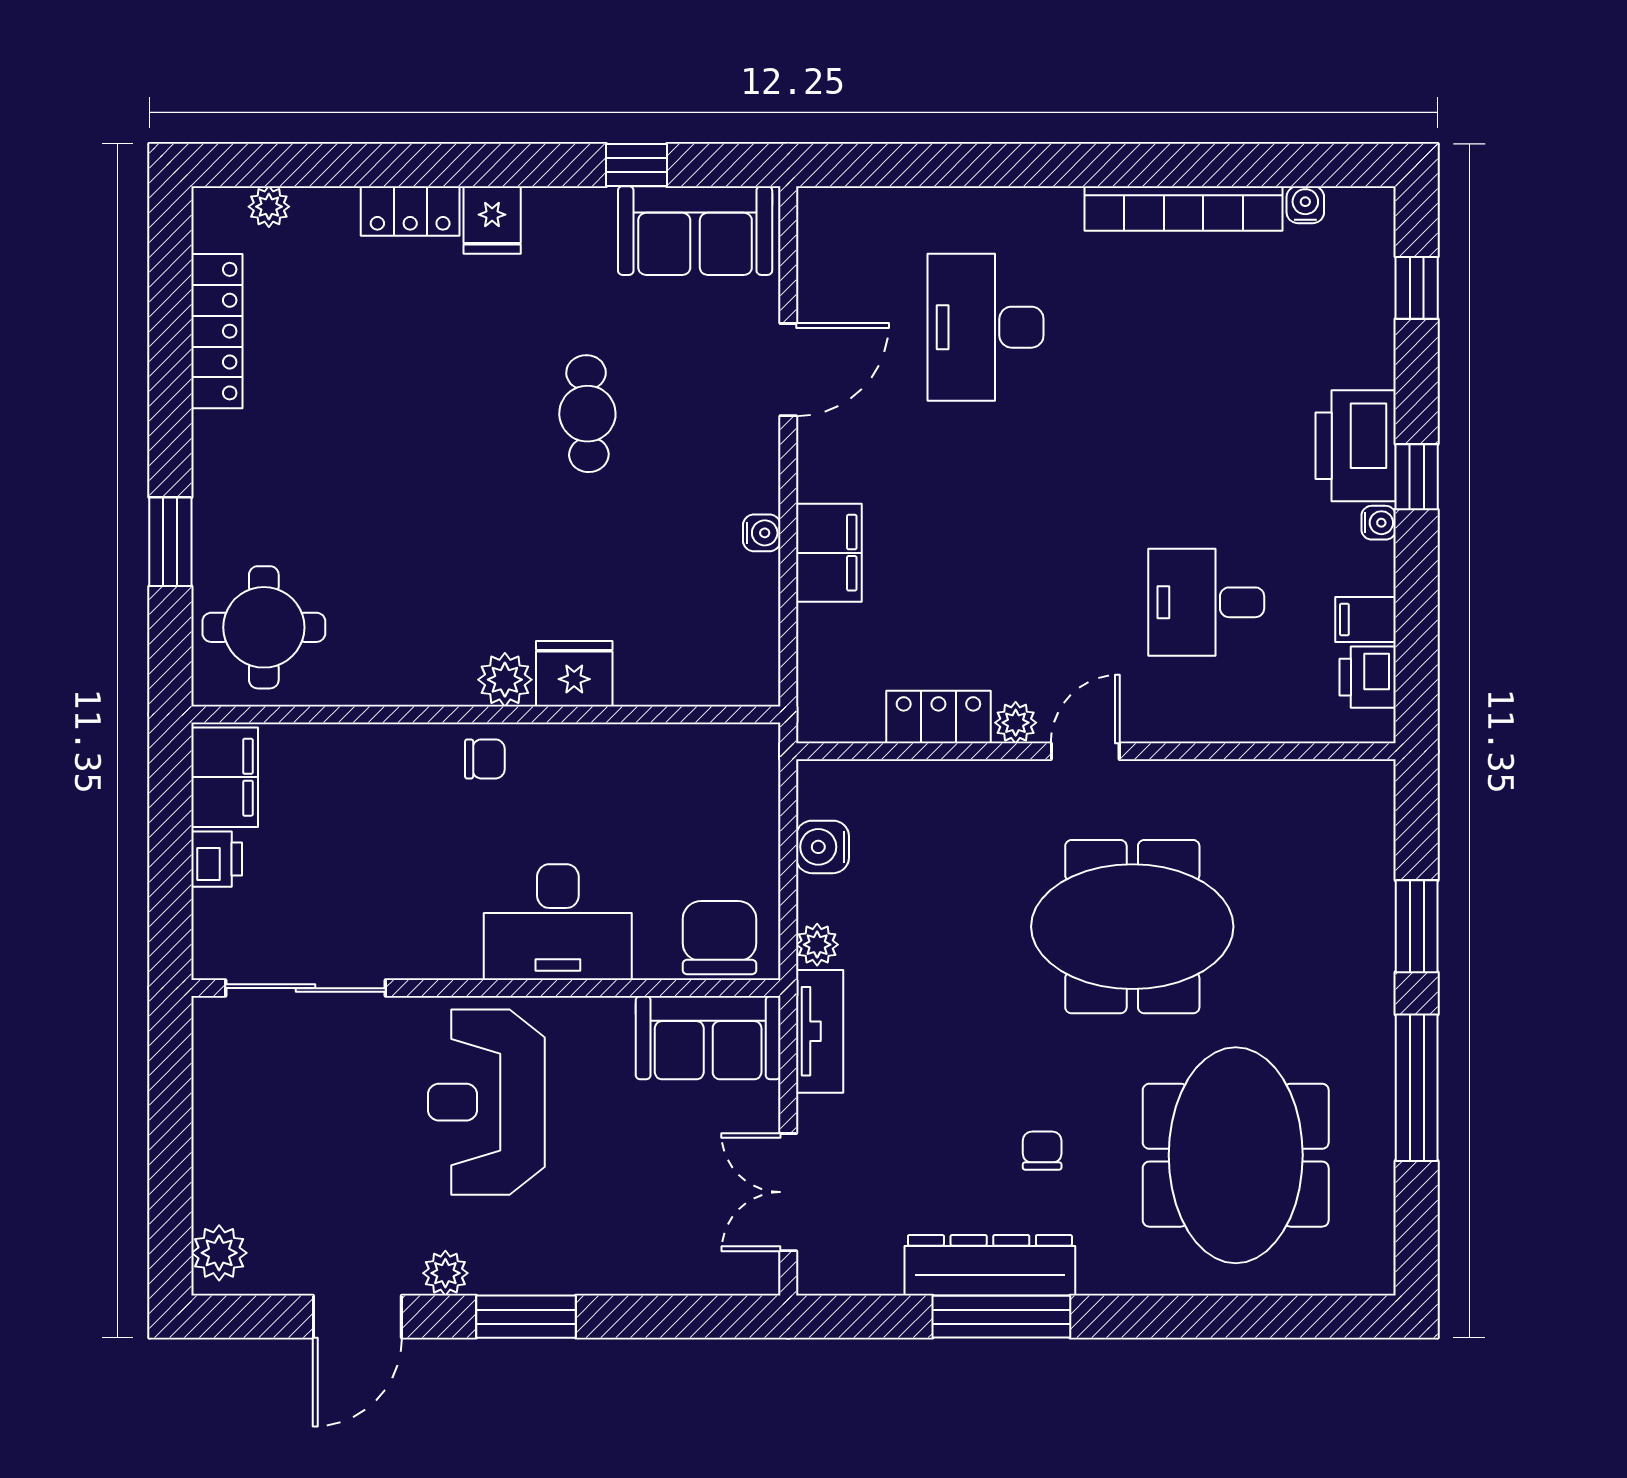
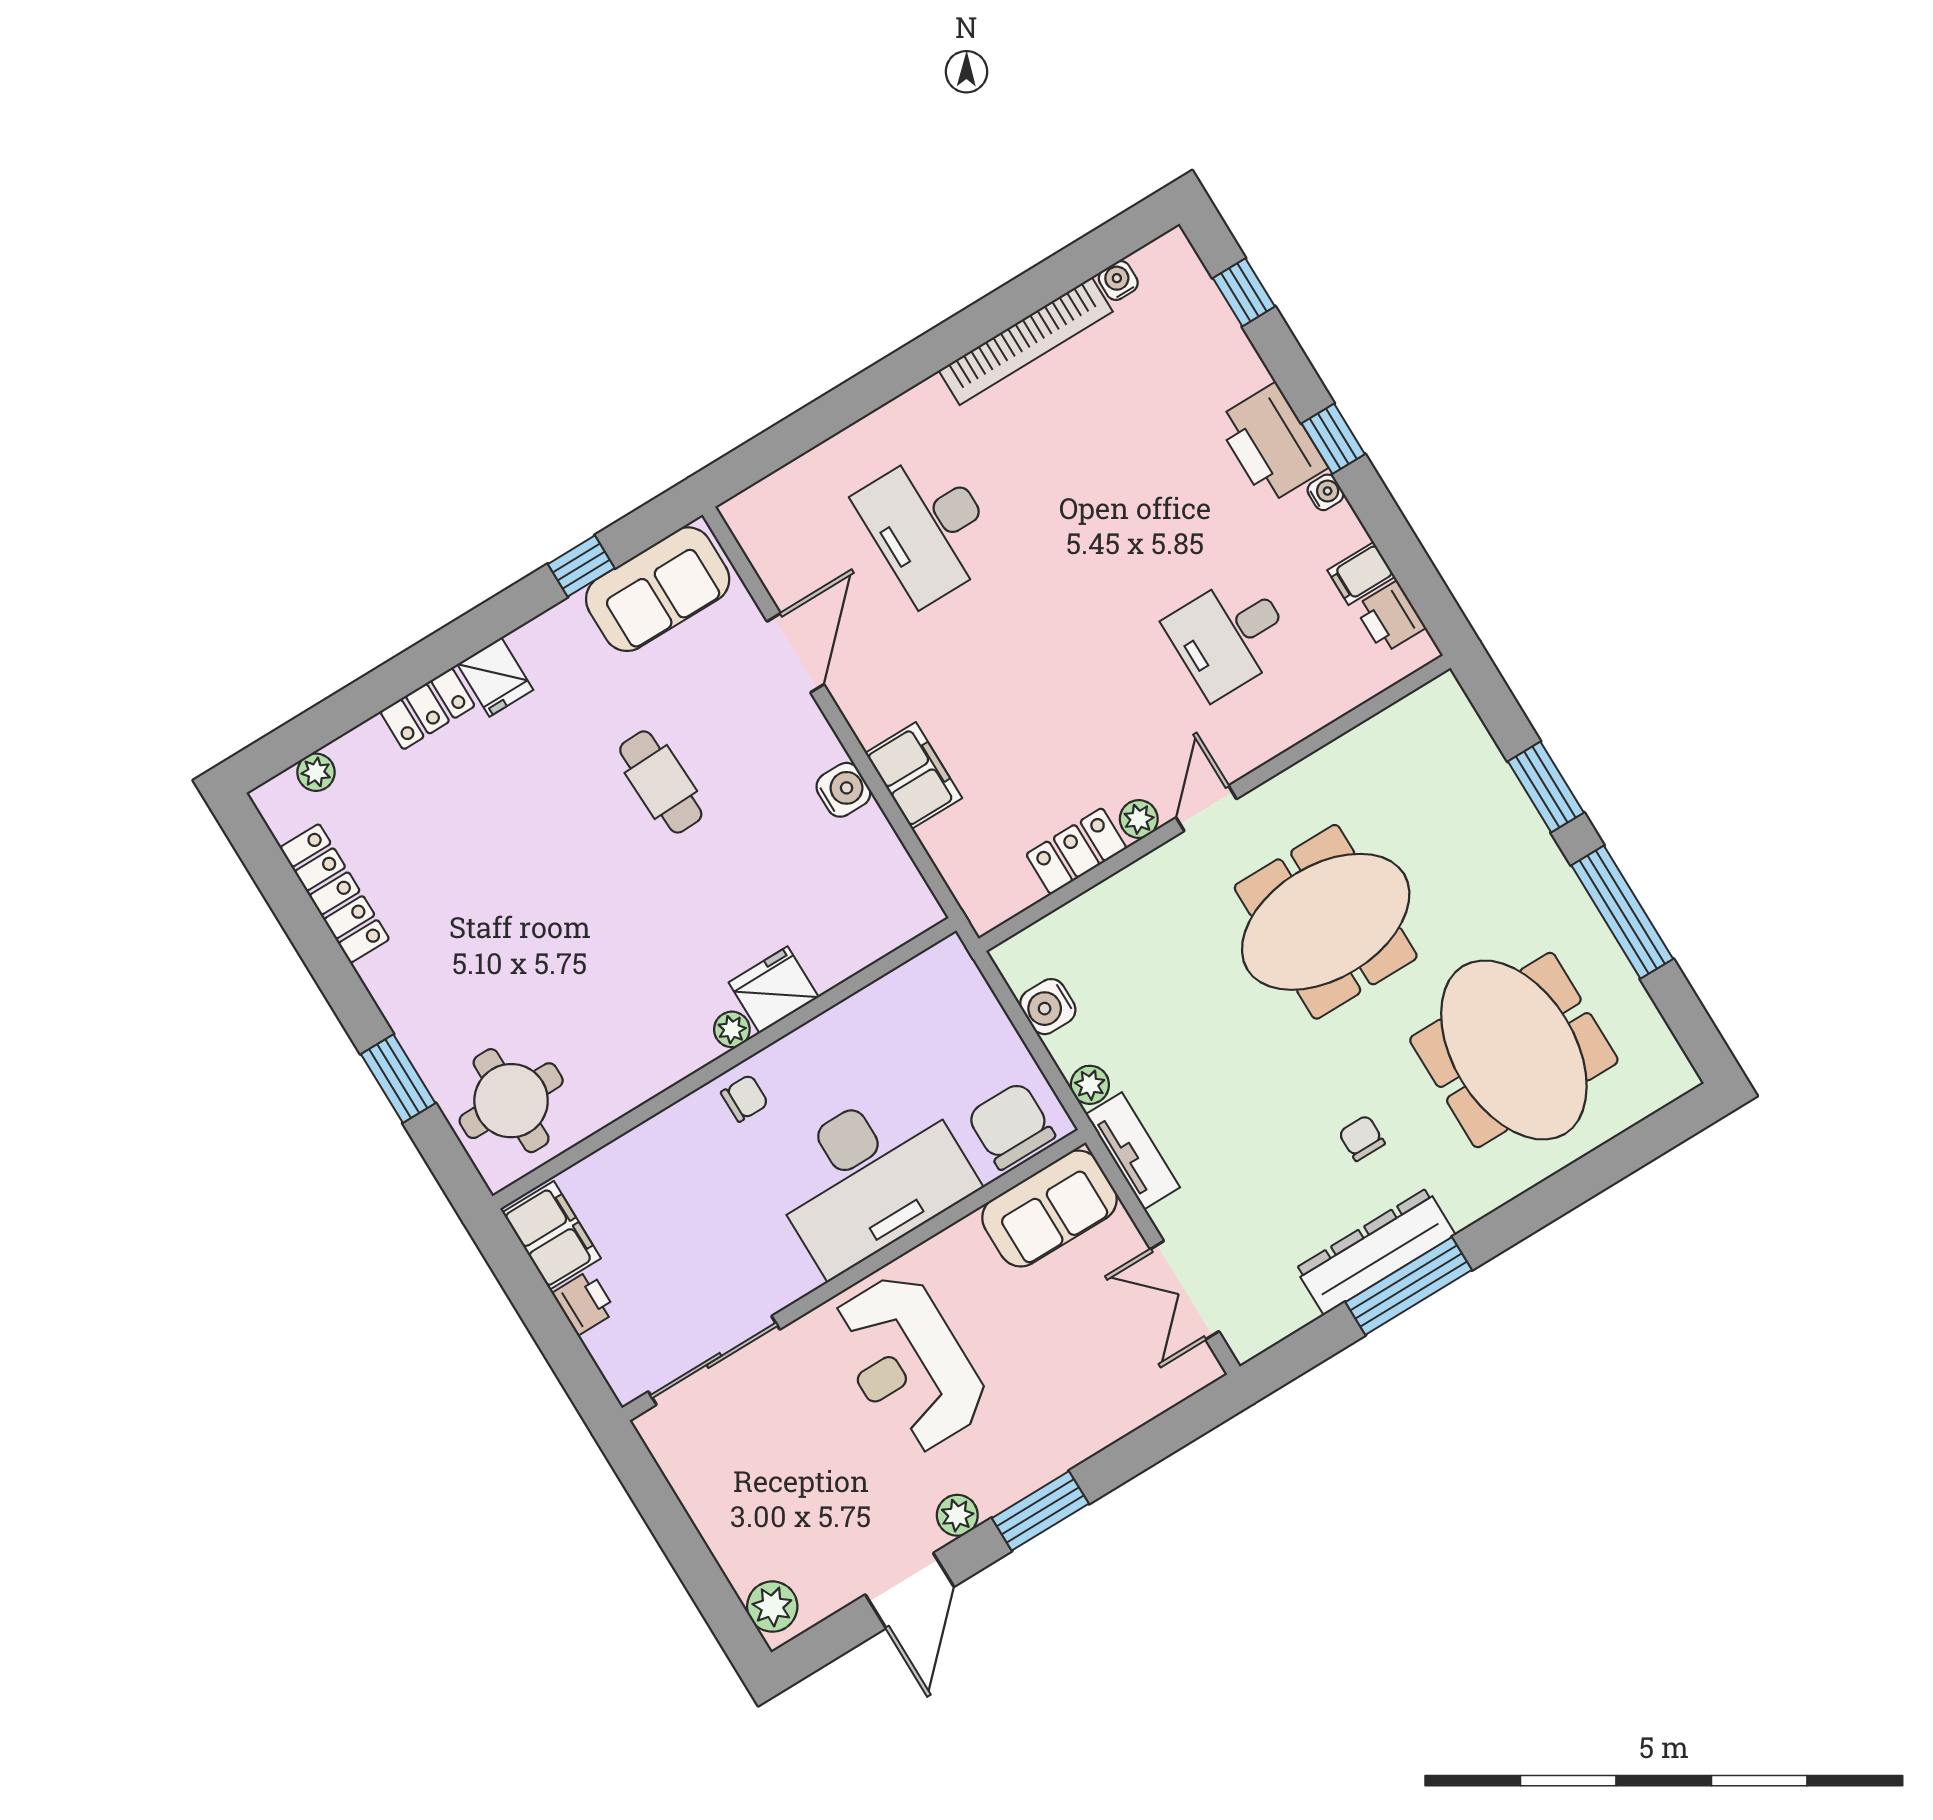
water cooler: (762, 533) -> (843, 790), width x1.38, depth x1.38
plant: (505, 680) -> (732, 1029), width x0.73, depth x0.73
desk: (558, 922) -> (870, 1176), width x1.36, depth x1.30

